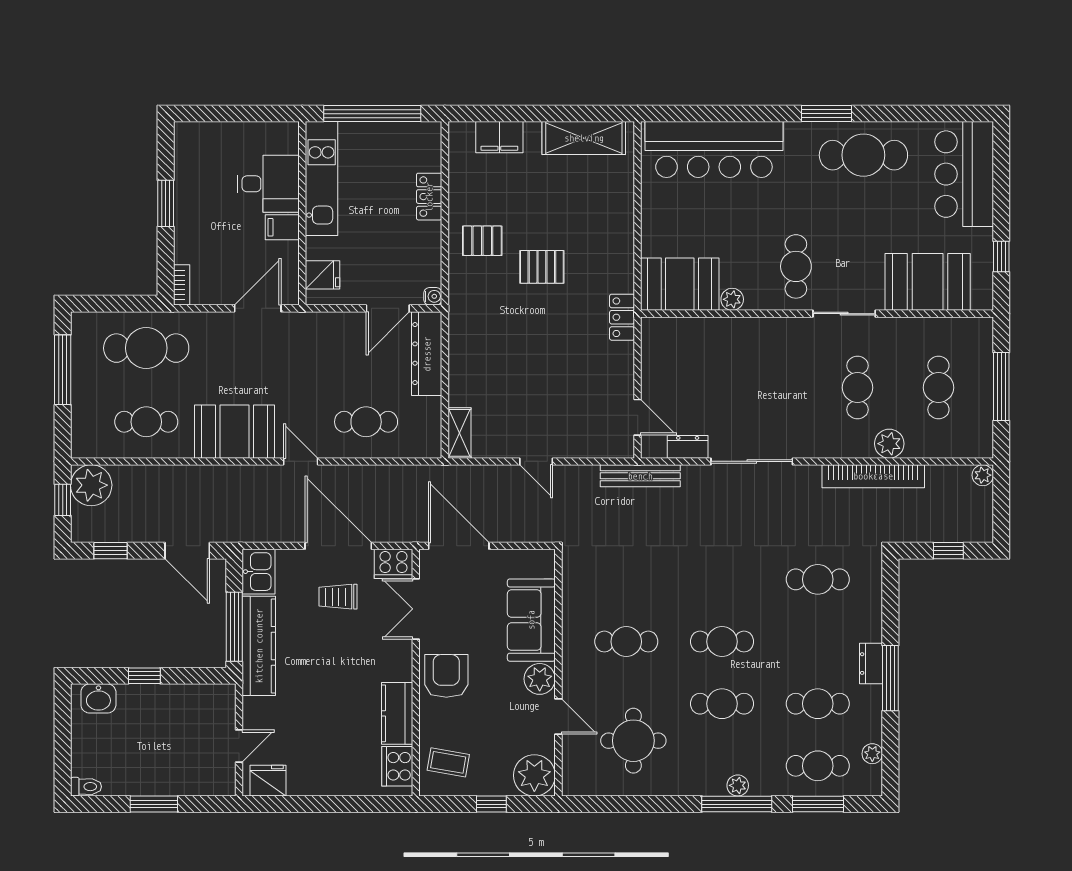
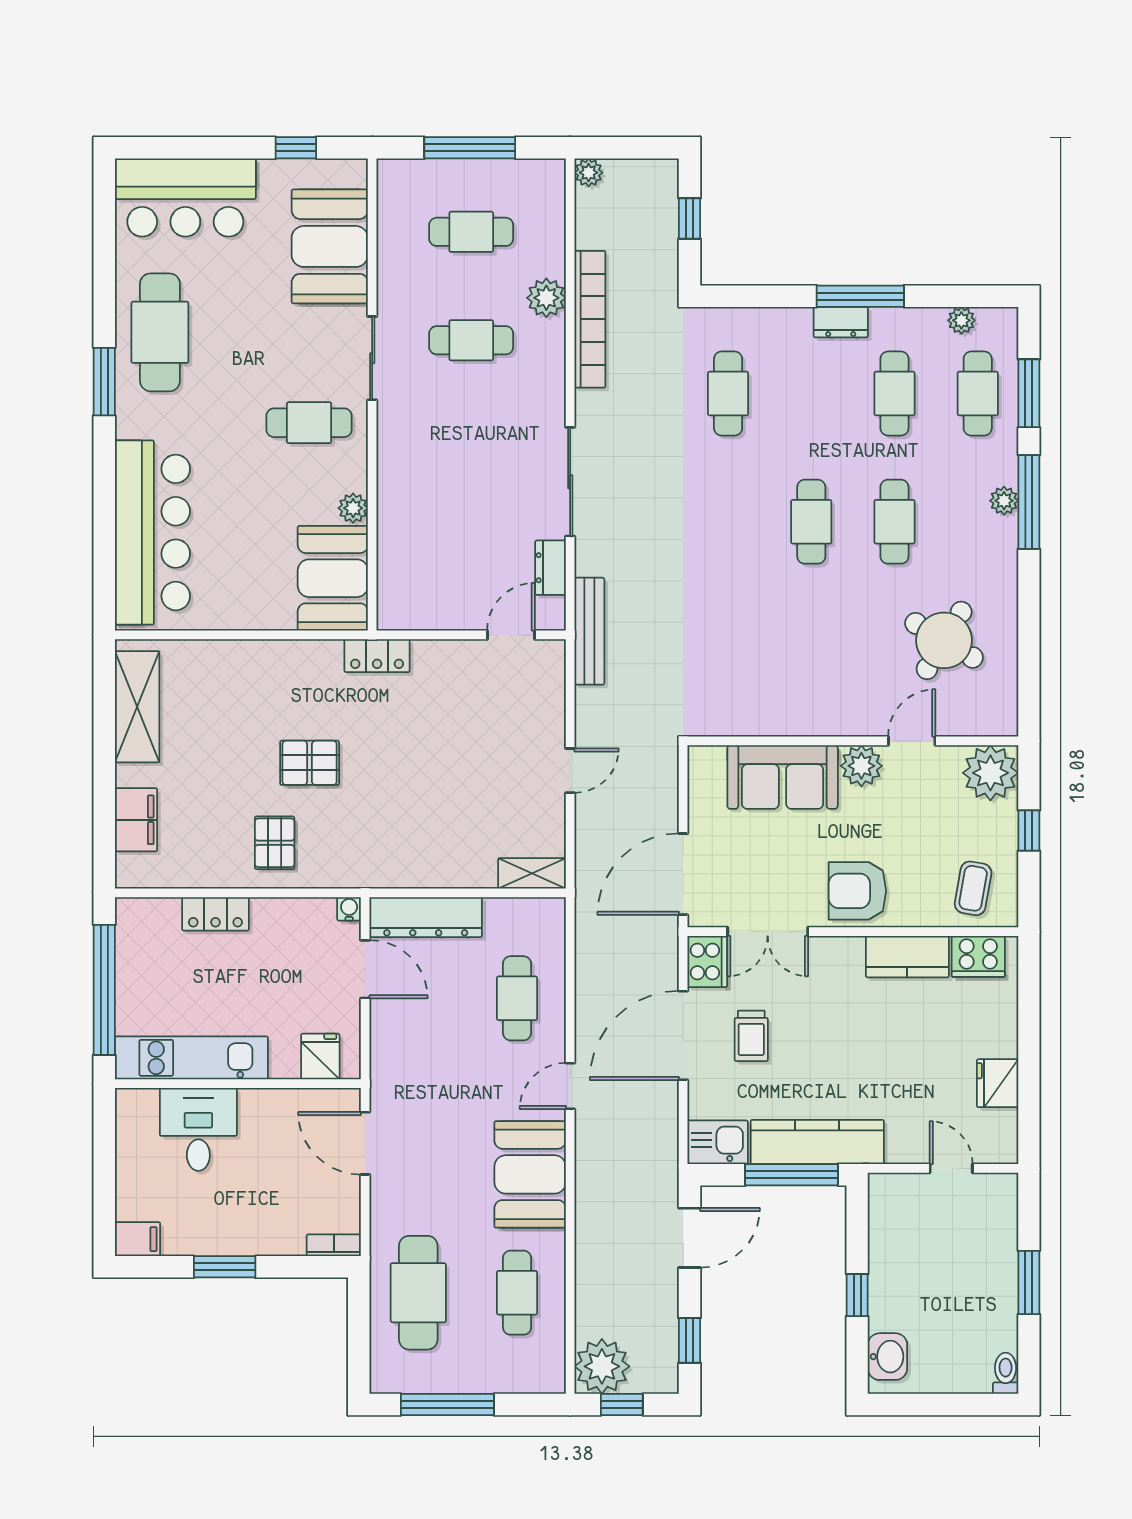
filing cabinet: (282, 227) -> (138, 1239), moved, turned -90
pallet: (542, 267) -> (310, 763), turned 90
cafe table: (626, 642) -> (811, 650), removed
round table: (633, 741) -> (944, 640), turned 31
fridge: (268, 781) -> (998, 1083), moved

